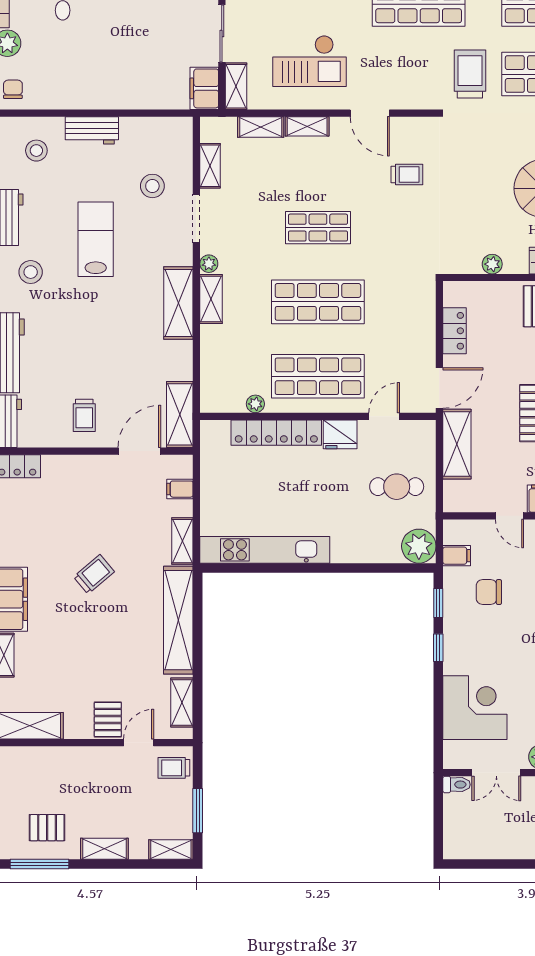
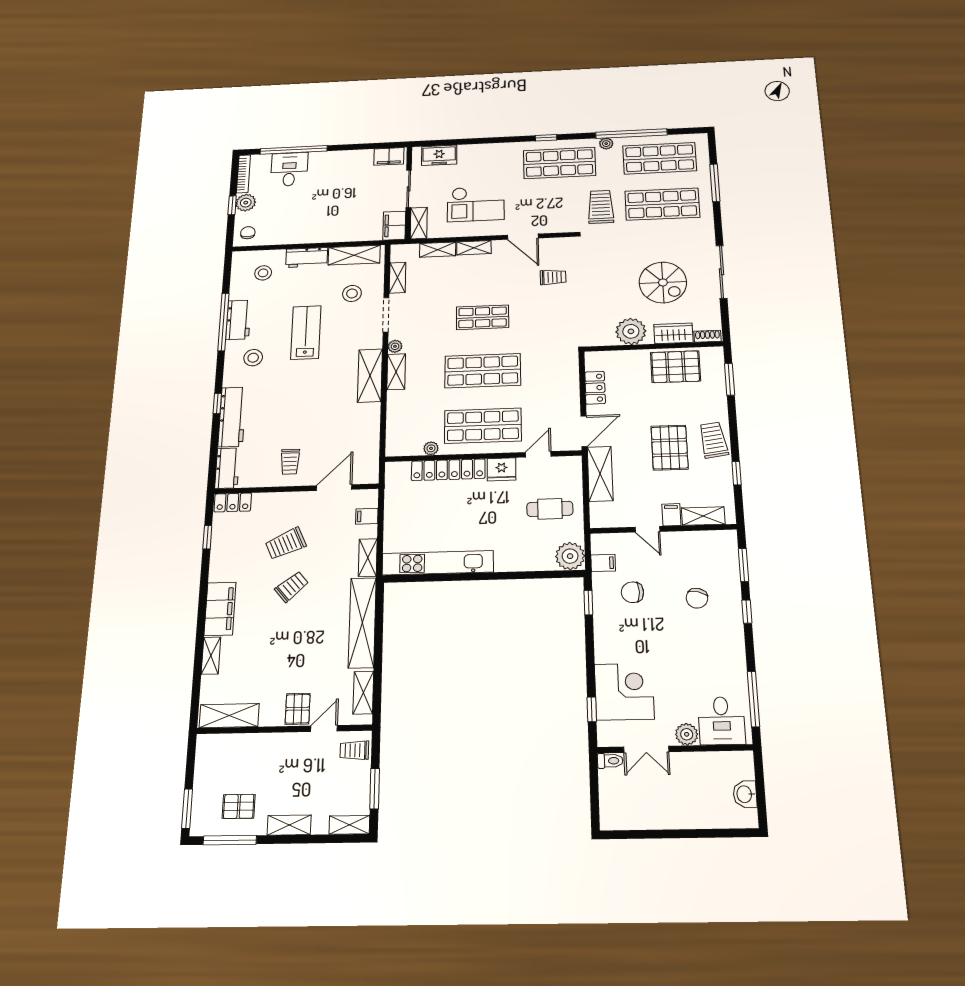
plant: (492, 264) -> (631, 331), width x1.87, depth x1.87
shelving: (180, 414) -> (354, 255), moved, turned 90
trolley: (84, 521) -> (286, 544), added
window: (438, 648) -> (592, 709), moved

